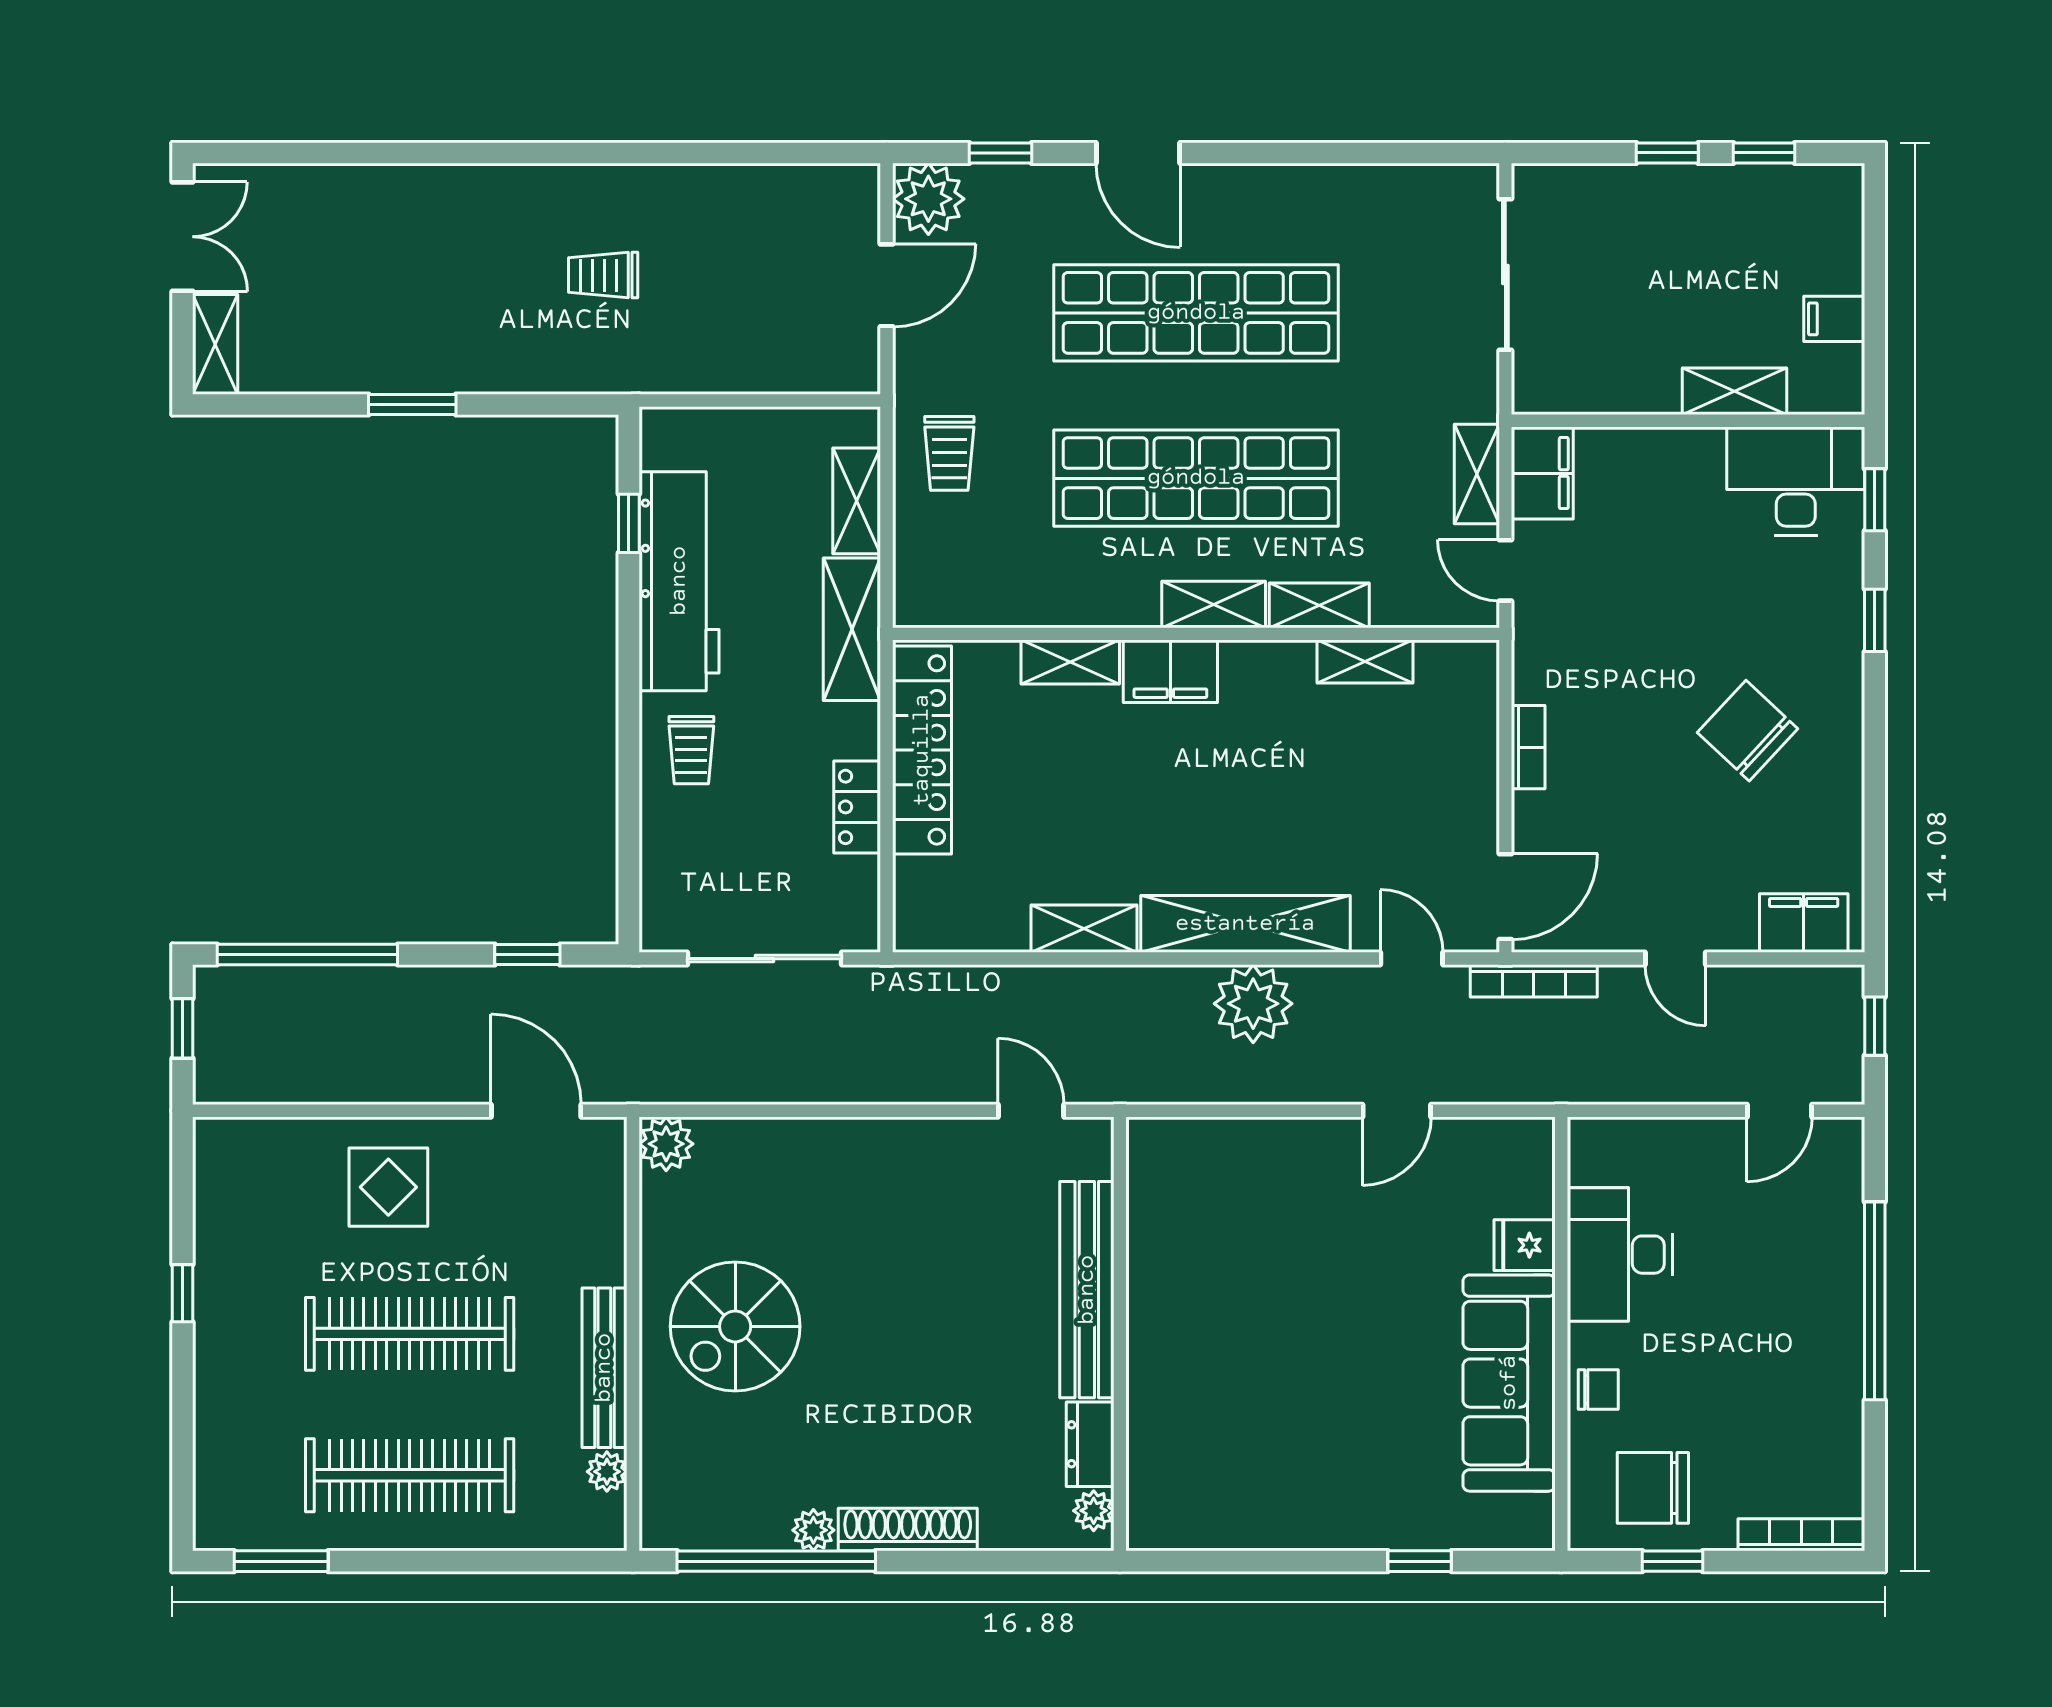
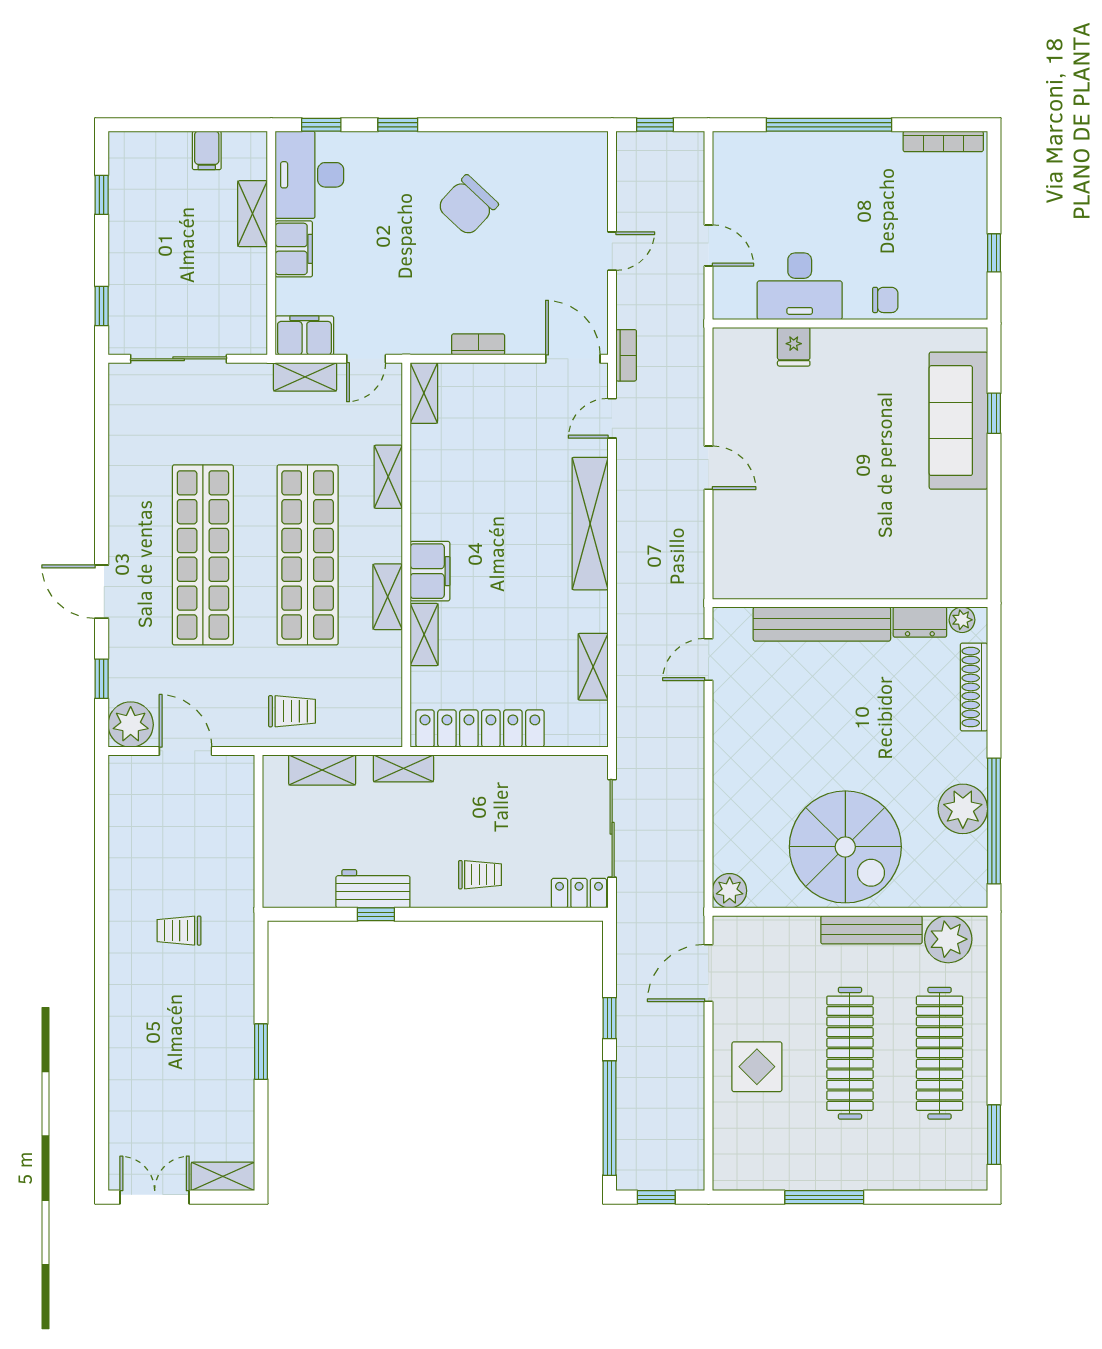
door: (1138, 153) -> (102, 592), swing flipped
window: (1667, 153) -> (102, 306), moved
trolley: (603, 275) -> (179, 931), turned 90
window: (629, 523) -> (376, 914), moved
workbench: (679, 581) -> (373, 889), width x0.53, depth x0.76
shelving: (1214, 604) -> (388, 597), moved
shelving: (852, 629) -> (403, 768), width x0.67, depth x0.75
shelving: (1365, 662) -> (424, 393), moved
locker: (857, 807) -> (579, 893), moved, turned 180
filing cabinet: (1804, 923) -> (294, 249), moved, turned 180
shelving: (1084, 929) -> (593, 667), moved
window: (527, 954) -> (610, 1018), moved
bookcase: (1534, 981) -> (626, 355), width x0.64
plant: (1253, 1004) -> (641, 519), removed
door: (1397, 1111) -> (709, 468), moved
door: (1780, 1111) -> (709, 245), moved
window: (182, 1293) -> (824, 1197), width x2.17
spiral stairs: (735, 1326) -> (845, 847), width x1.37, depth x1.37
sofa: (1509, 1383) -> (958, 421), moved, turned 90
chair: (1598, 1390) -> (885, 300), turned 90
plant: (607, 1472) -> (948, 939), width x1.88, depth x1.88
chair: (1653, 1488) -> (948, 265), removed
plant: (813, 1530) -> (963, 809), width x1.87, depth x1.87
shoe rack: (908, 1530) -> (974, 687), moved
bookcase: (1801, 1535) -> (943, 141), moved, turned -90

